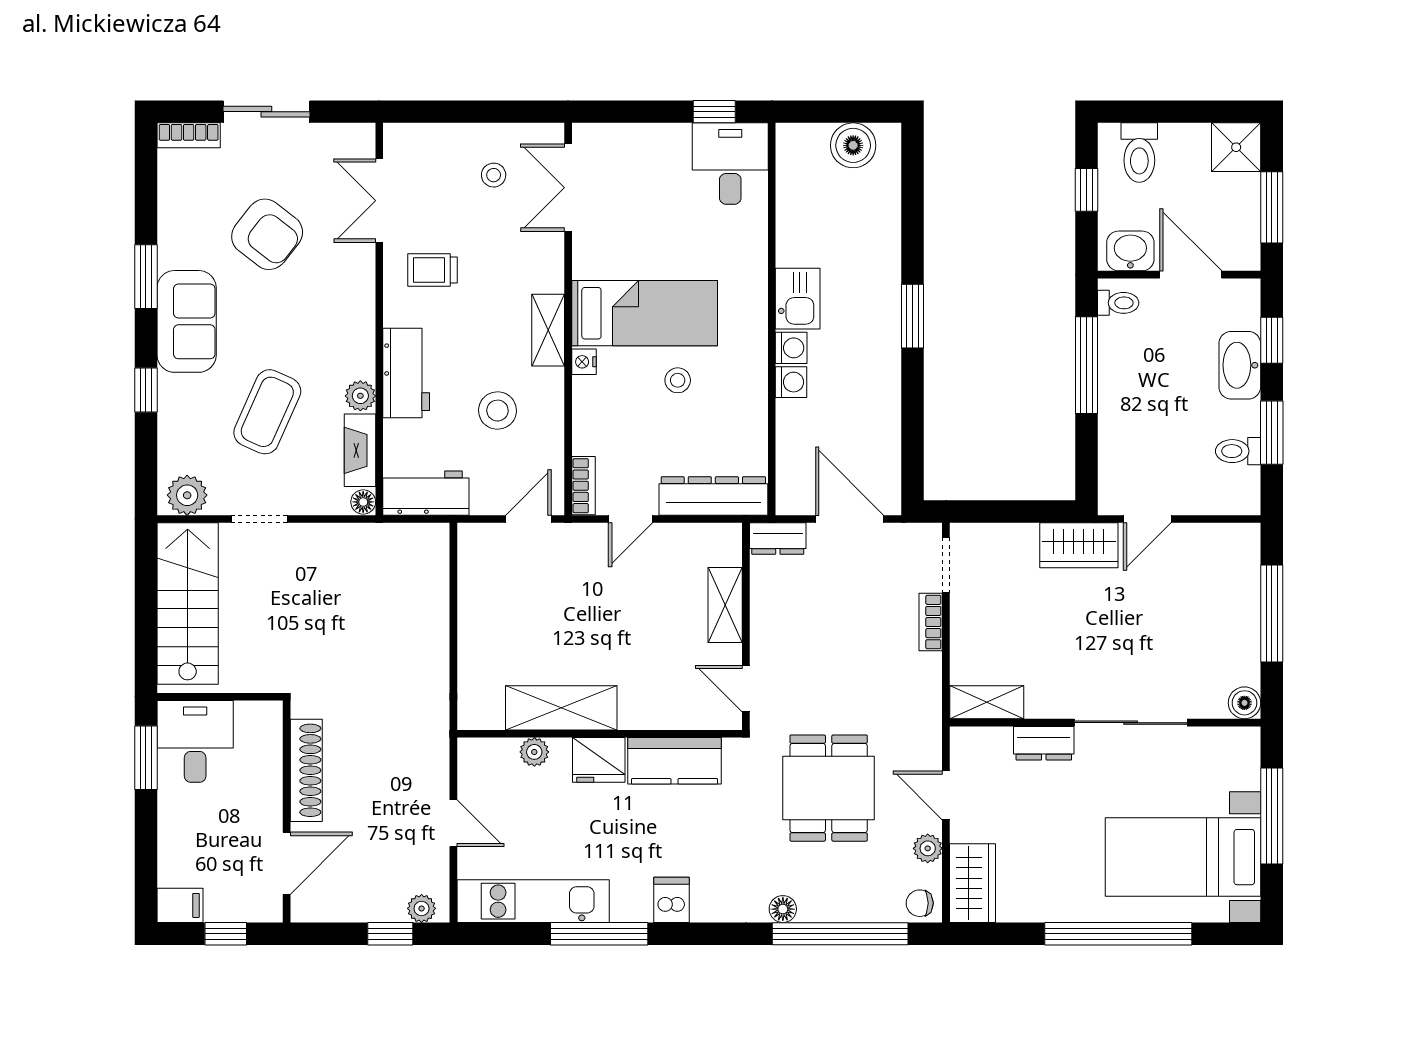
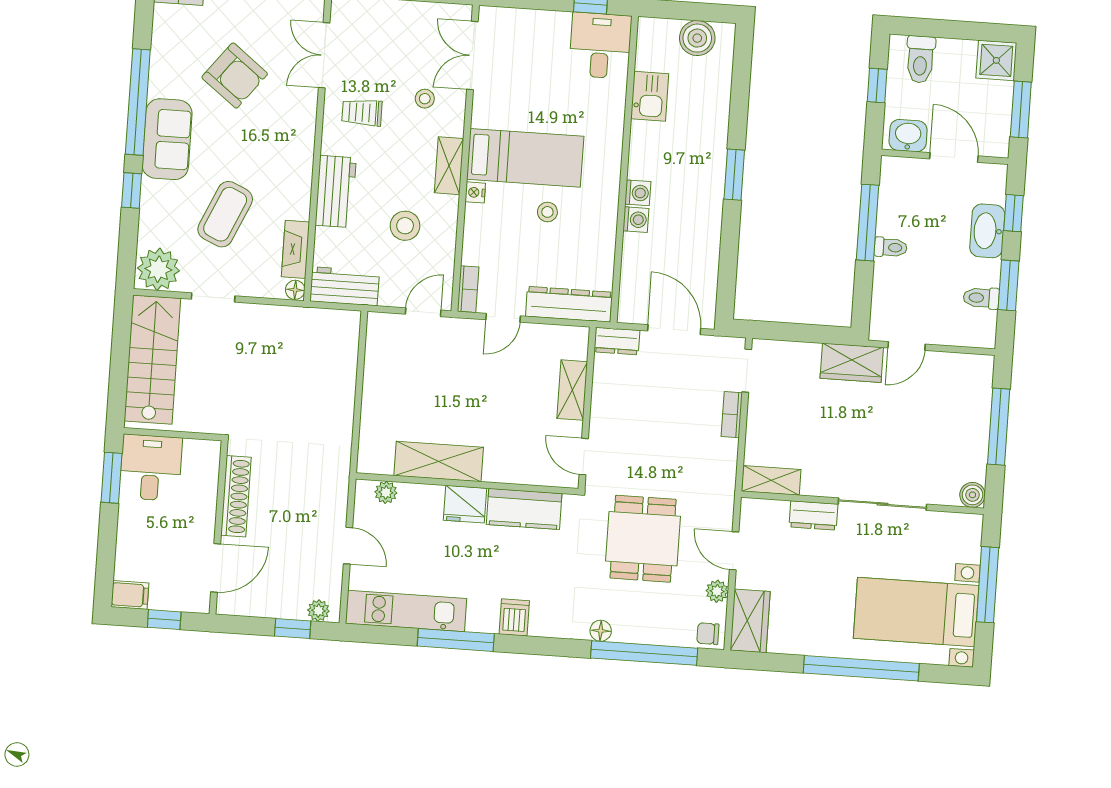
stool: (494, 175) -> (425, 99), moved
window: (146, 277) -> (138, 102), width x2.11
kitchen sink: (798, 299) -> (650, 96), moved
toilet: (1118, 303) -> (891, 247), moved
plant: (360, 396) -> (299, 207), removed
plant: (187, 495) -> (158, 269), width x1.36, depth x1.36
plant: (534, 752) -> (386, 492), moved

